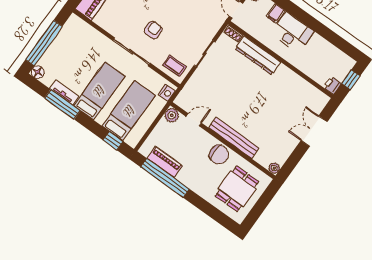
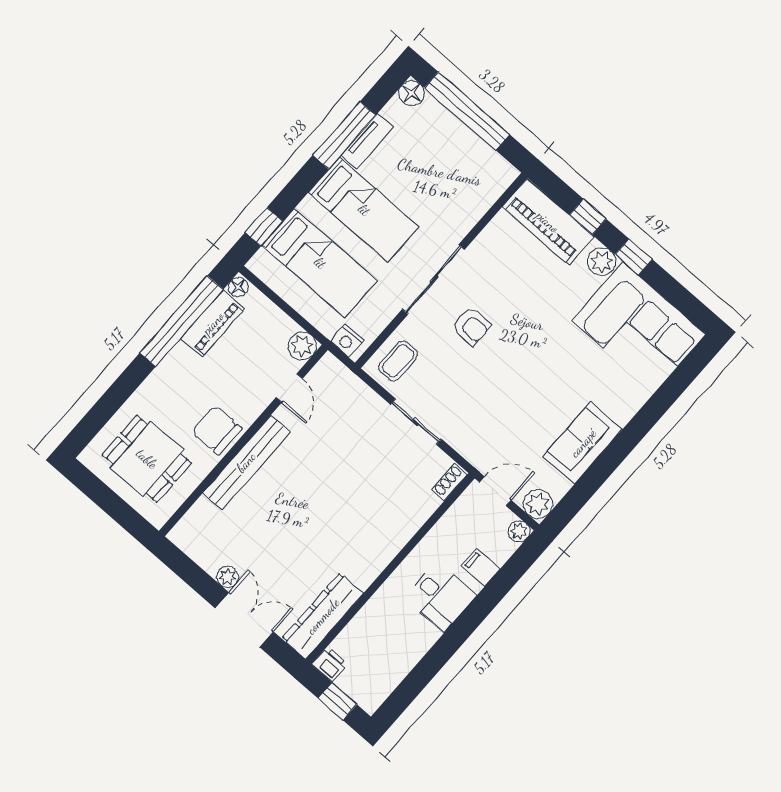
desk: (292, 32) -> (440, 596), width x0.73
dresser: (258, 55) -> (323, 616), moved
floor lamp: (145, 151) -> (238, 287), added
chair: (219, 155) -> (217, 430), turned 90
plant: (274, 168) -> (228, 577), moved

